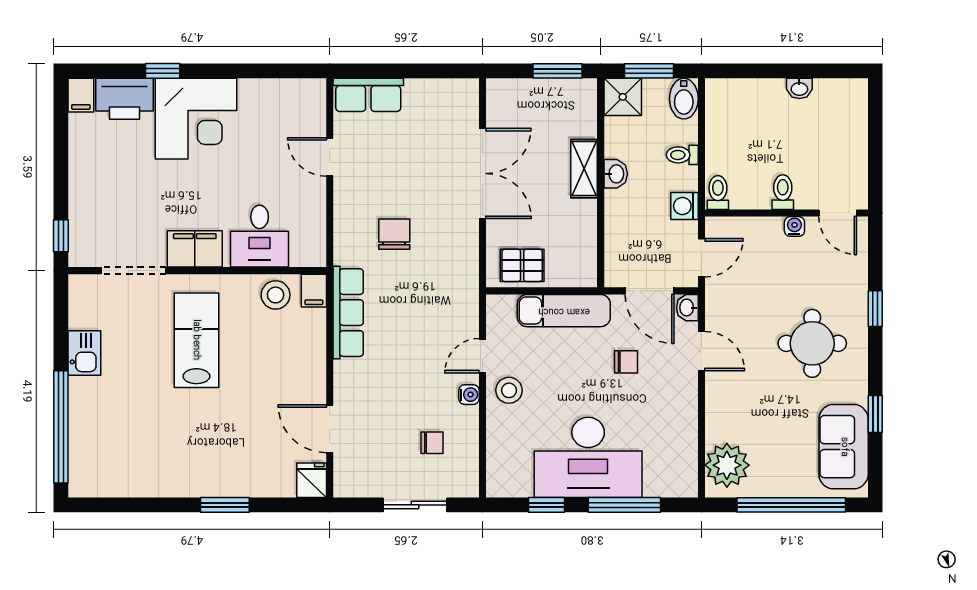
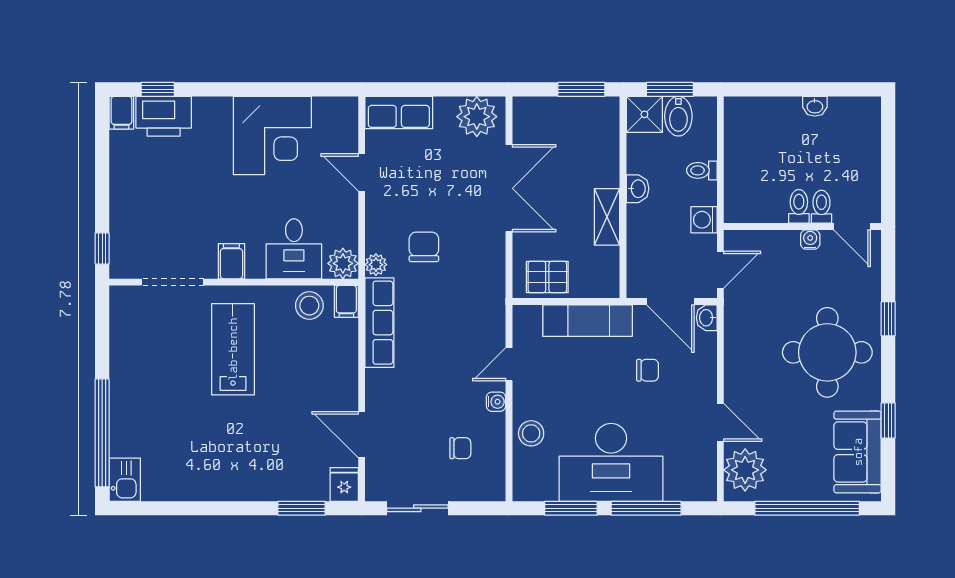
window: (163, 71) -> (158, 89), moved
plant: (449, 99) -> (477, 117), added
bidet: (684, 99) -> (678, 116), moved
corner desk: (196, 119) -> (272, 135), moved
shelving: (584, 169) -> (607, 217), moved
toilet: (718, 193) -> (821, 207), moved
filing cabinet: (195, 249) -> (231, 261), width x0.50
plant: (310, 251) -> (343, 263), added
plant: (345, 252) -> (376, 265), added
round table: (812, 343) -> (827, 352), width x1.36, depth x1.36
door: (701, 351) -> (720, 422), moved
kitchen sink: (84, 353) -> (125, 480), moved
stool: (509, 390) -> (531, 433), moved
window: (225, 505) -> (301, 508), moved
sliding door: (415, 505) -> (417, 508), moved
window: (547, 505) -> (571, 508), width x1.50

